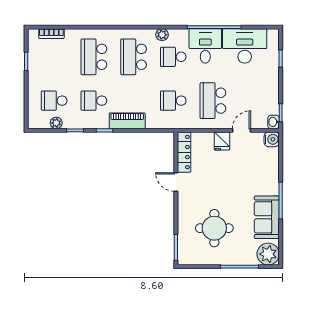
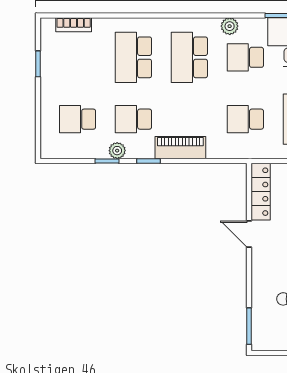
plant: (56, 123) -> (117, 151), moved

